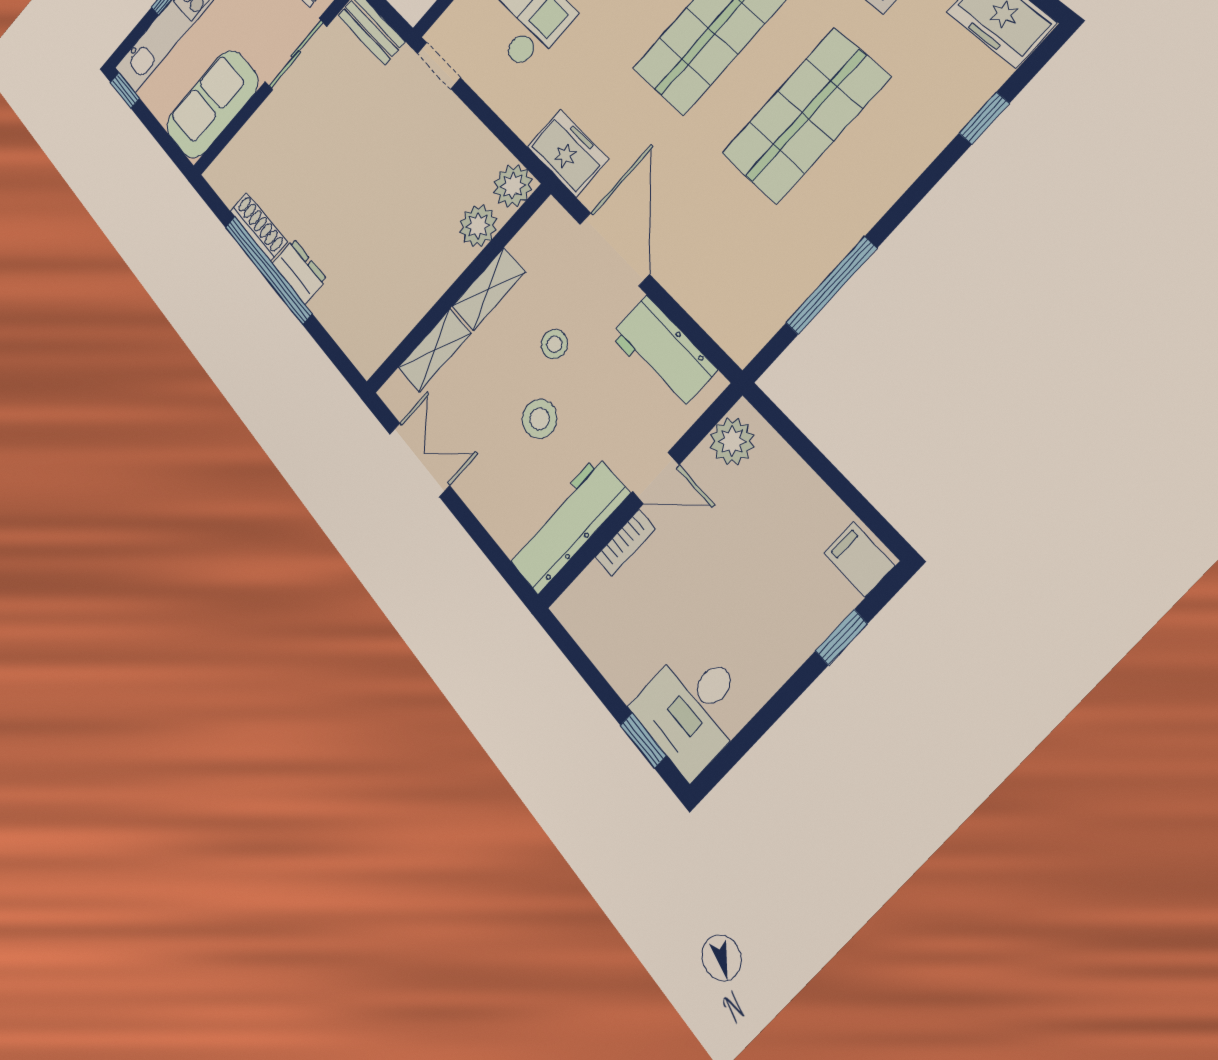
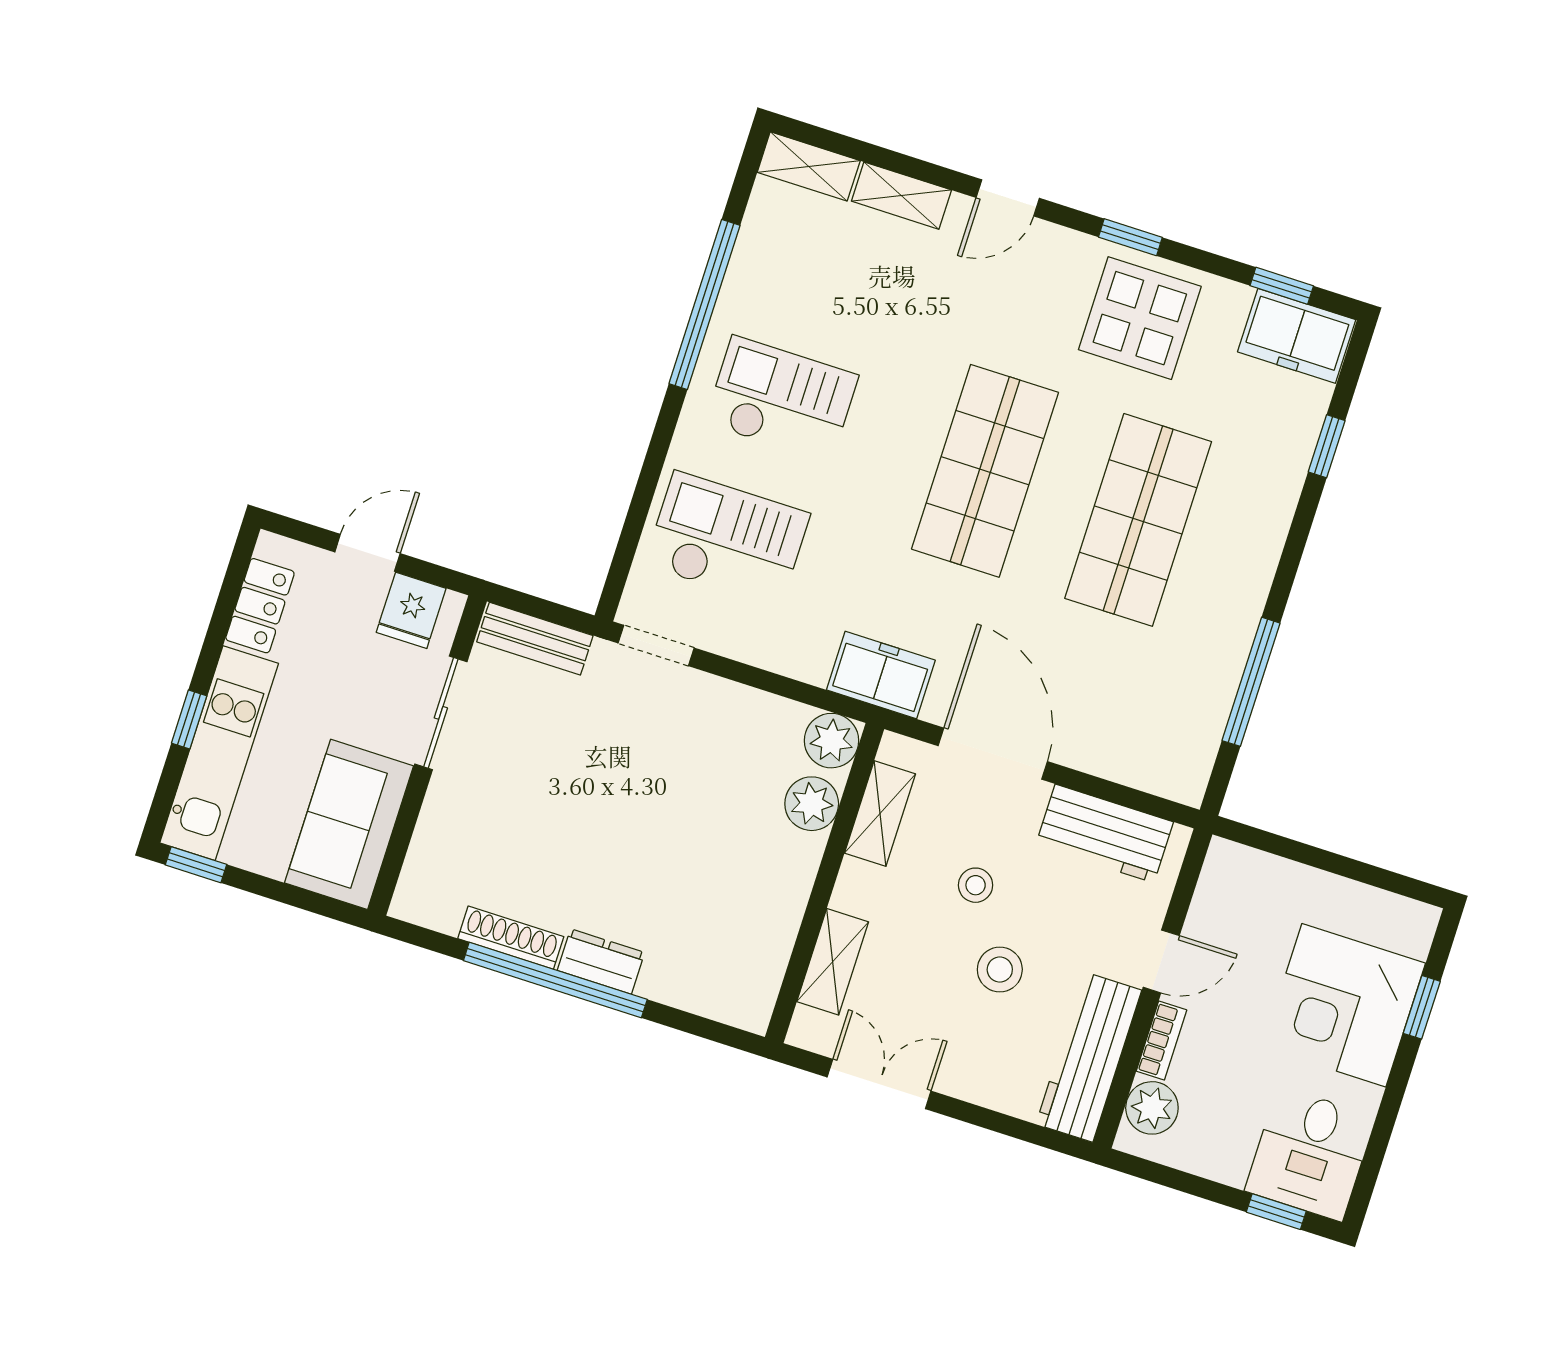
shelving: (489, 289) -> (880, 814), moved
plant: (732, 441) -> (1152, 1108), moved
filing cabinet: (859, 559) -> (1404, 928), removed
corner desk: (778, 597) -> (1344, 1005), added

